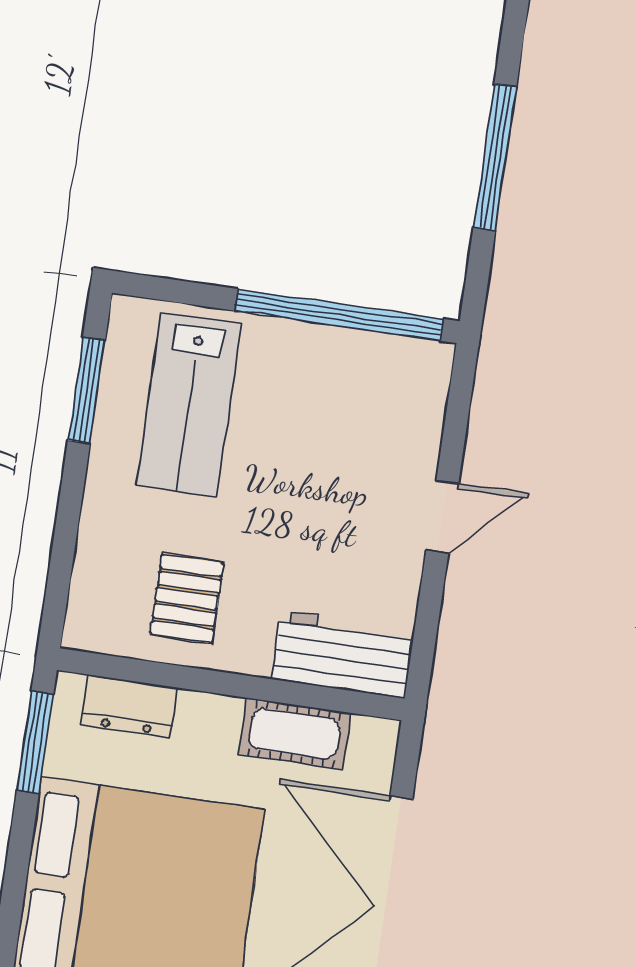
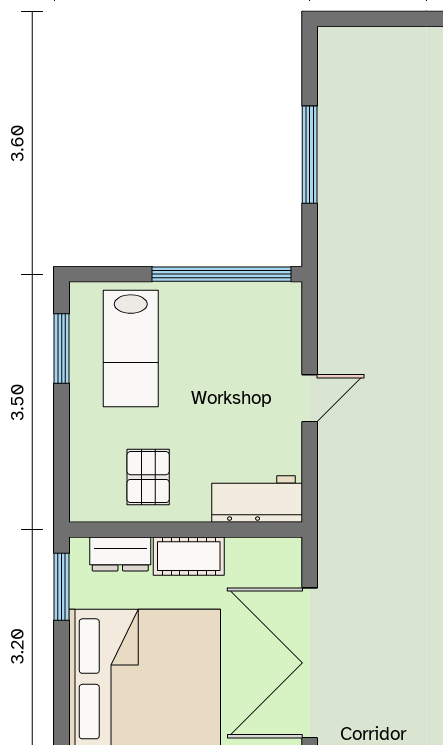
cot: (295, 734) -> (189, 556), moved

